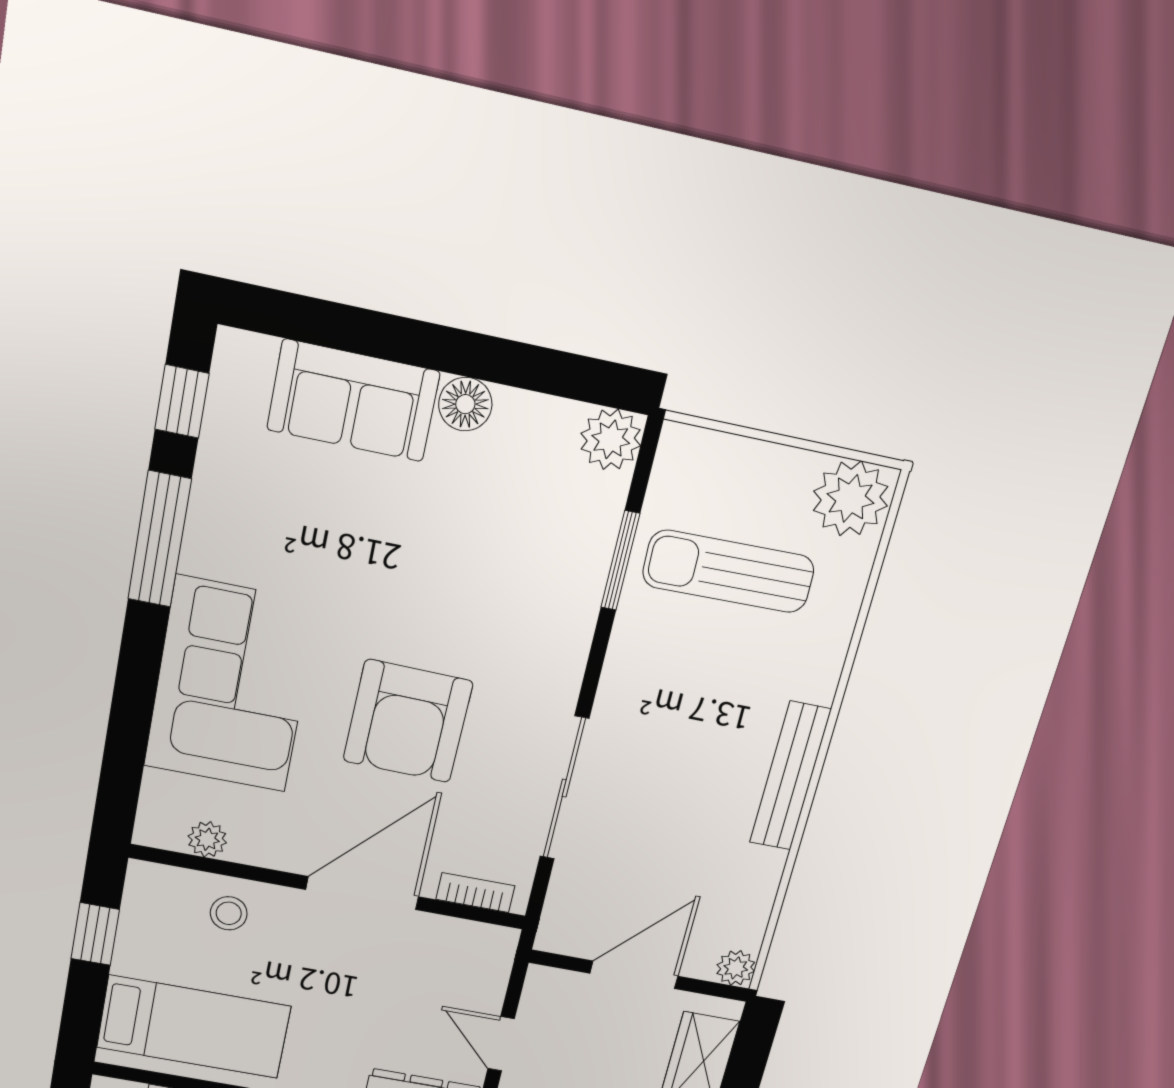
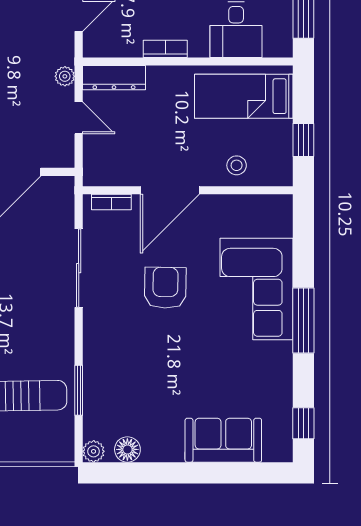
floor lamp: (465, 404) -> (127, 449), moved
plant: (611, 439) -> (94, 451), width x0.73, depth x0.73
window: (159, 539) -> (303, 321), moved
armchair: (408, 721) -> (165, 288), width x0.73, depth x0.73
plant: (207, 839) -> (254, 204), removed

